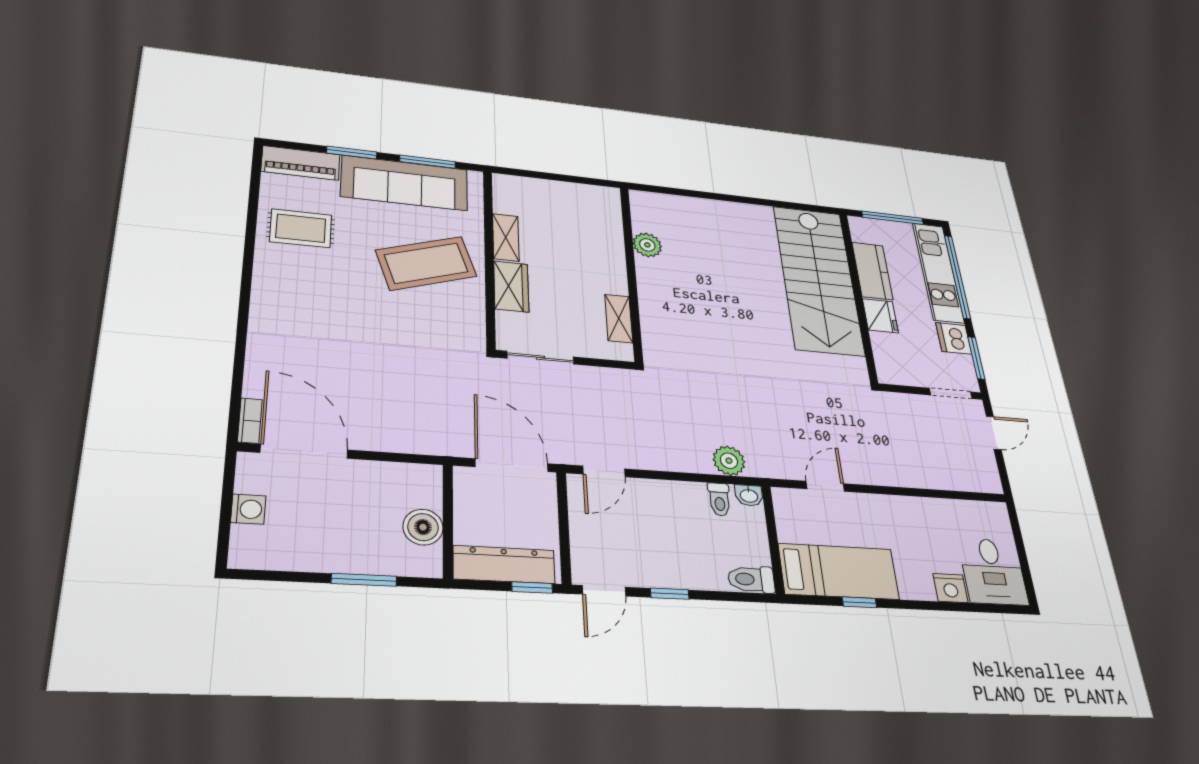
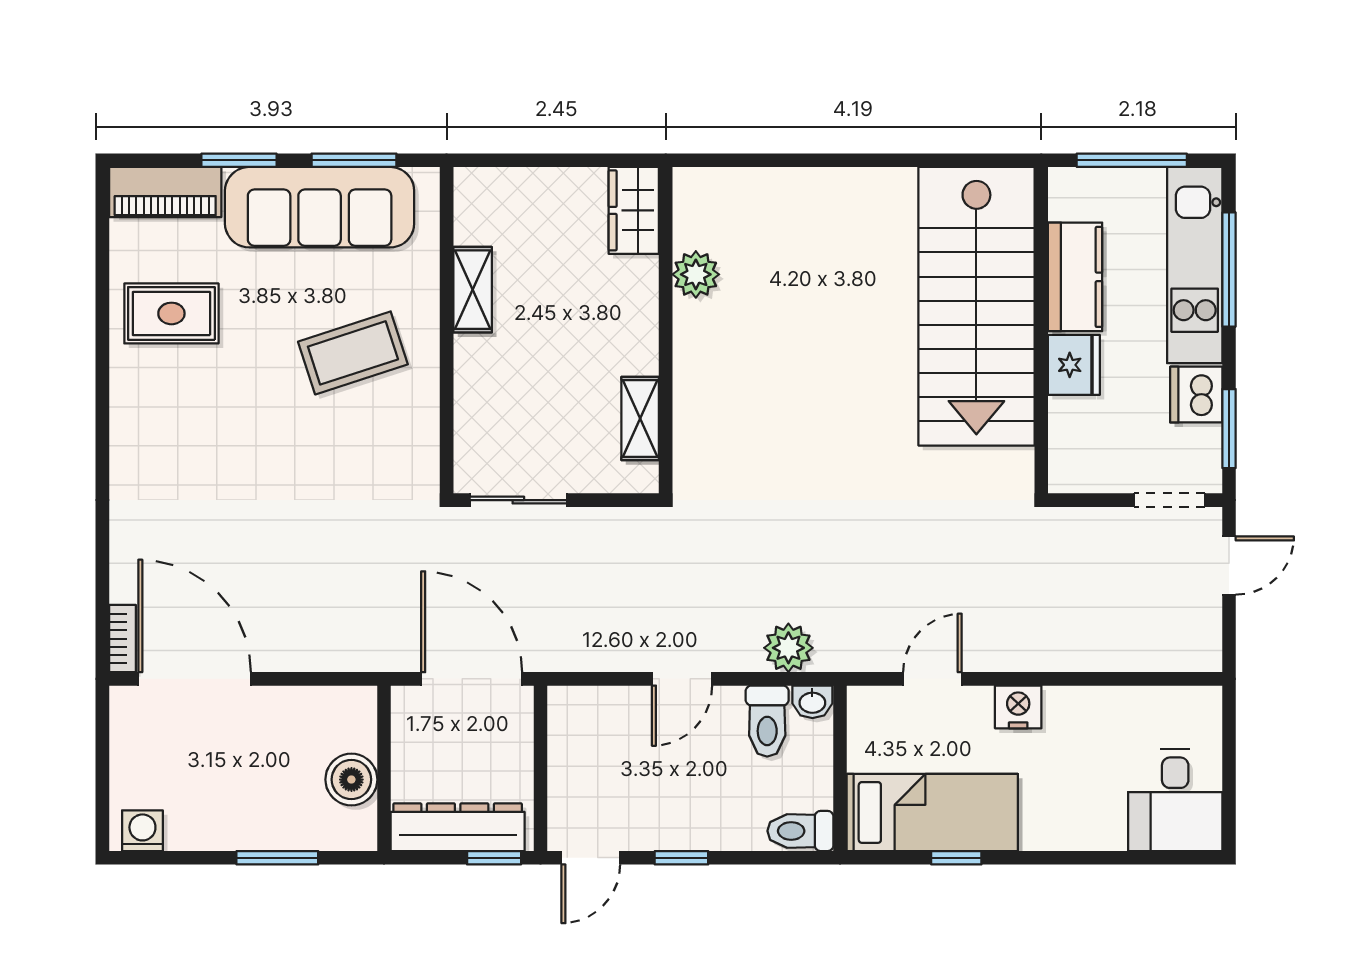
coffee table: (426, 263) -> (353, 353), width x0.73, depth x0.76
window: (957, 277) -> (1229, 269), width x0.68
wardrobe: (511, 286) -> (634, 210), moved, turned 180
door: (604, 471) -> (682, 679), moved
toilet: (719, 499) -> (767, 721), width x1.37, depth x1.39
washing machine: (248, 509) -> (142, 831), moved, turned -90
nightstand: (950, 588) -> (1018, 707), moved, turned 180

